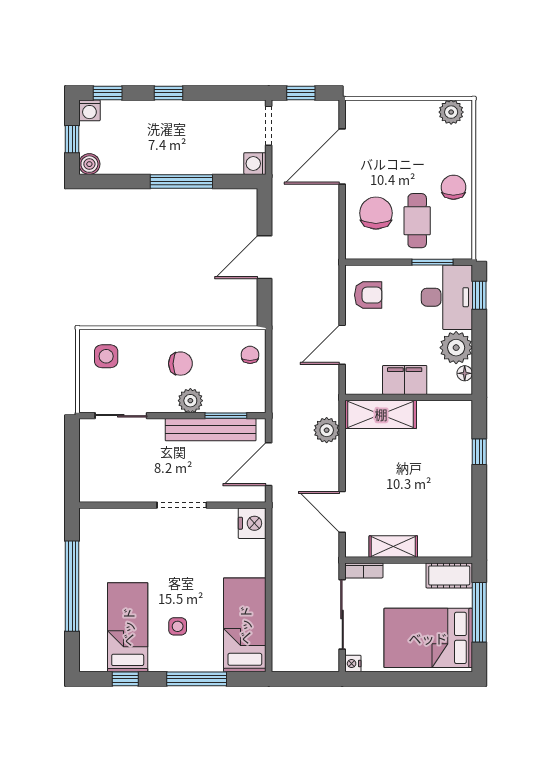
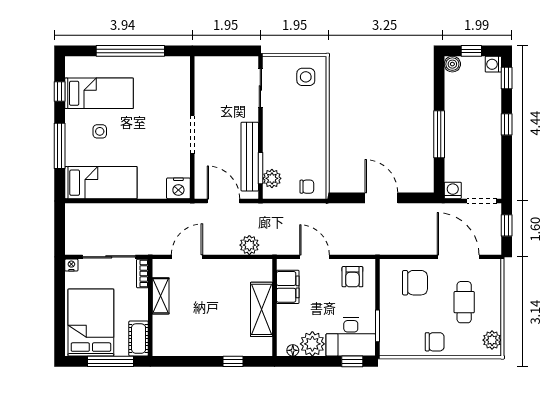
cafe table: (417, 221) -> (464, 302), moved, turned 90
chair: (180, 364) -> (300, 134), removed
filing cabinet: (405, 380) -> (288, 287), moved
plant: (190, 401) -> (272, 178), moved
shelving: (381, 414) -> (261, 309), moved

